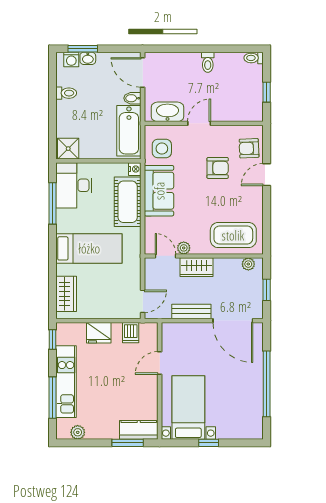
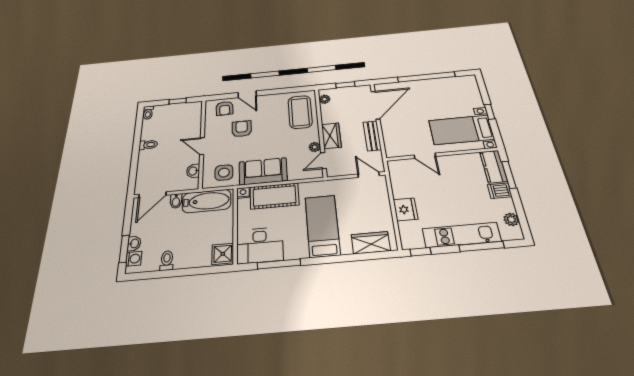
washbasin: (167, 112) -> (193, 171), width x0.52, depth x0.69
dishwasher: (131, 333) -> (500, 191), moved, turned 180

